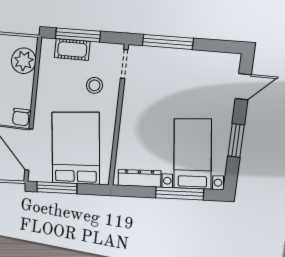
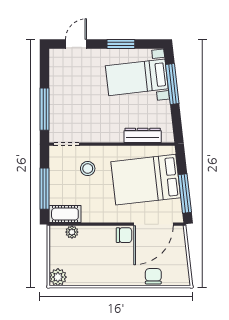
cot: (72, 49) -> (65, 214), moved, turned 90
plant: (24, 61) -> (72, 232), width x0.53, depth x0.53
door: (243, 87) -> (76, 44), hinge flipped
dresser: (139, 178) -> (143, 135), moved, turned 97

